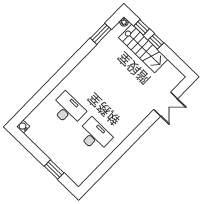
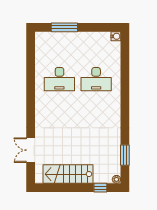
window: (156, 41) -> (81, 188), removed
stairs: (143, 48) -> (68, 174), moved
window: (54, 170) -> (64, 27), width x1.44

